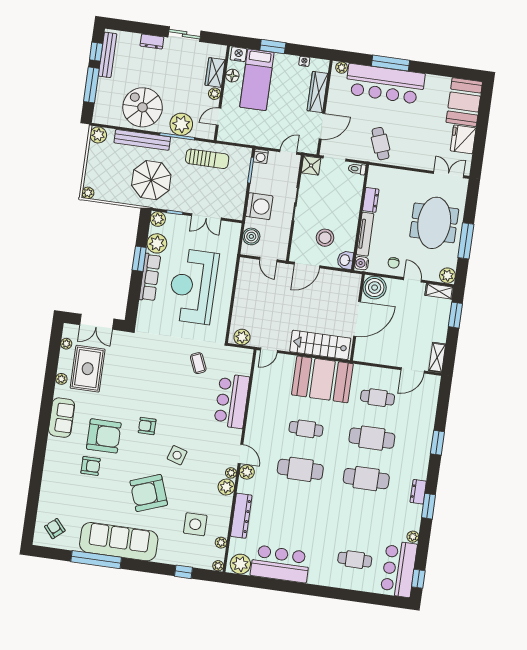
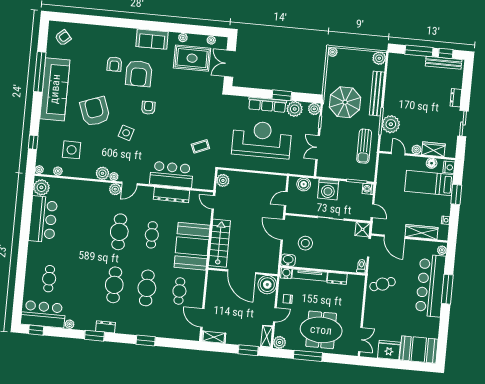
spiral stairs: (143, 107) -> (403, 93), removed
dresser: (241, 516) -> (171, 195), moved

